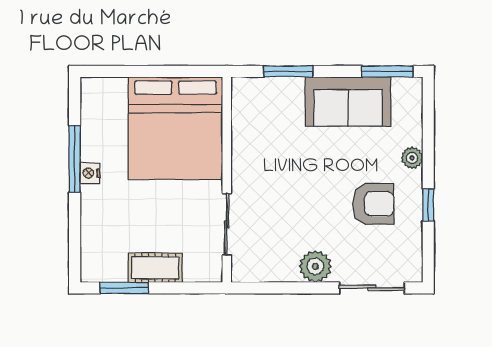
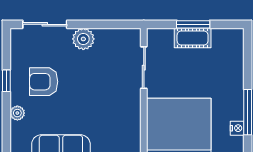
nightstand: (90, 173) -> (237, 128), moved
window: (124, 288) -> (193, 24), moved

